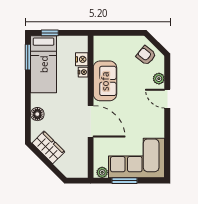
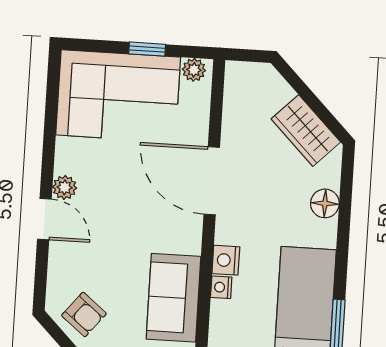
nightstand: (82, 59) -> (226, 260), moved
plant: (159, 79) -> (65, 187), moved
sofa: (105, 81) -> (174, 298), moved
window: (125, 181) -> (147, 49), width x0.67

